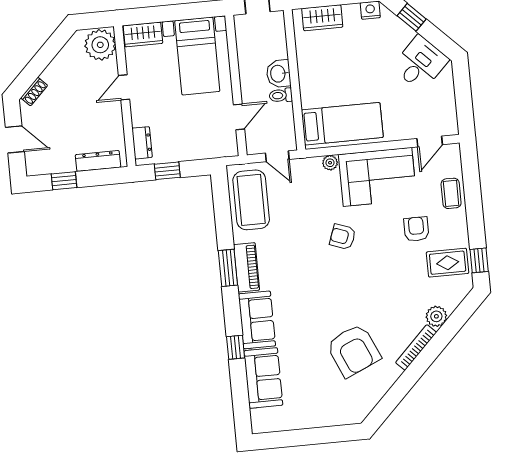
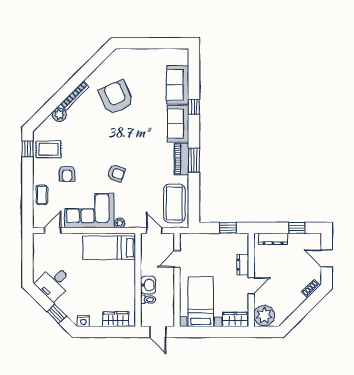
toilet: (281, 95) -> (148, 300), moved
dresser: (142, 143) -> (243, 265), moved

